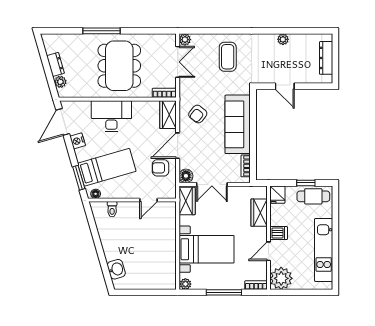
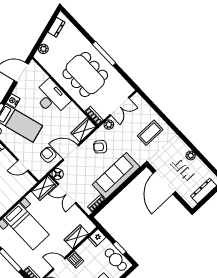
window: (101, 31) -> (104, 54), moved
plant: (185, 40) -> (109, 125), moved
dresser: (55, 64) -> (56, 27), moved
dining table: (119, 66) -> (85, 74), turned 90
door: (285, 86) -> (164, 182), width x1.87
nightstand: (78, 141) -> (13, 101), moved

